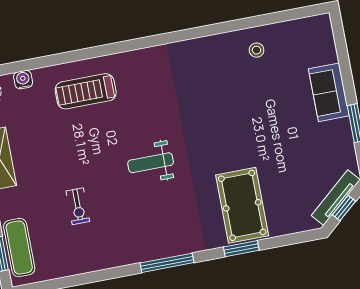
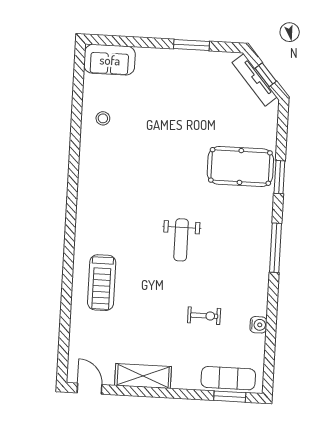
water cooler: (23, 80) -> (258, 325), moved, turned 180
sofa: (329, 92) -> (110, 60), moved

